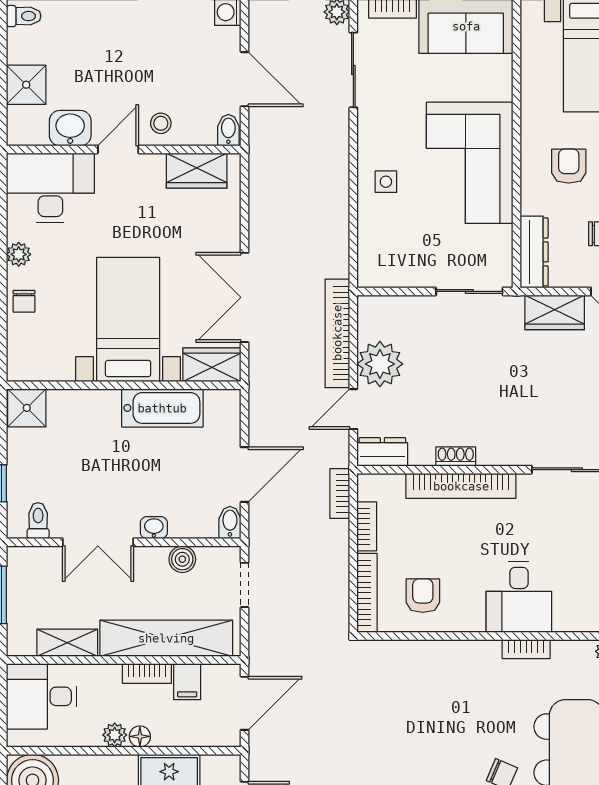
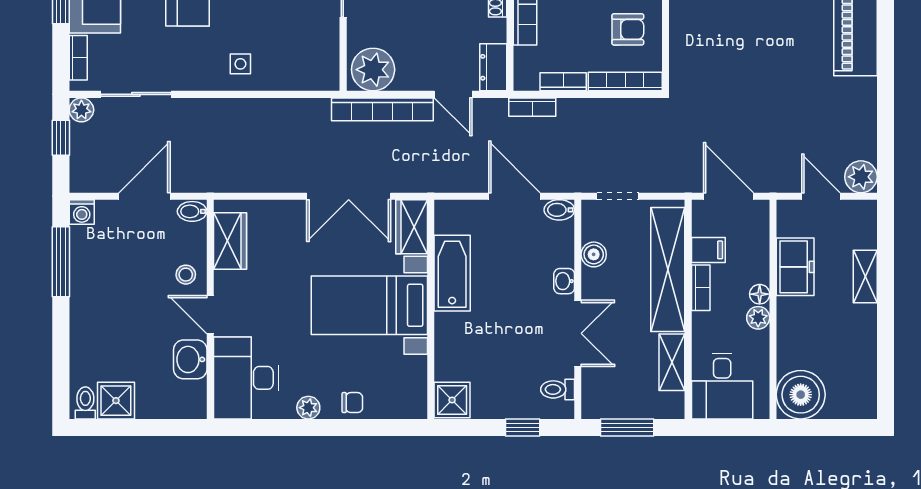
shower: (26, 85) -> (116, 401), moved
plant: (380, 364) -> (373, 70), moved
armchair: (423, 596) -> (628, 29), turned 180

